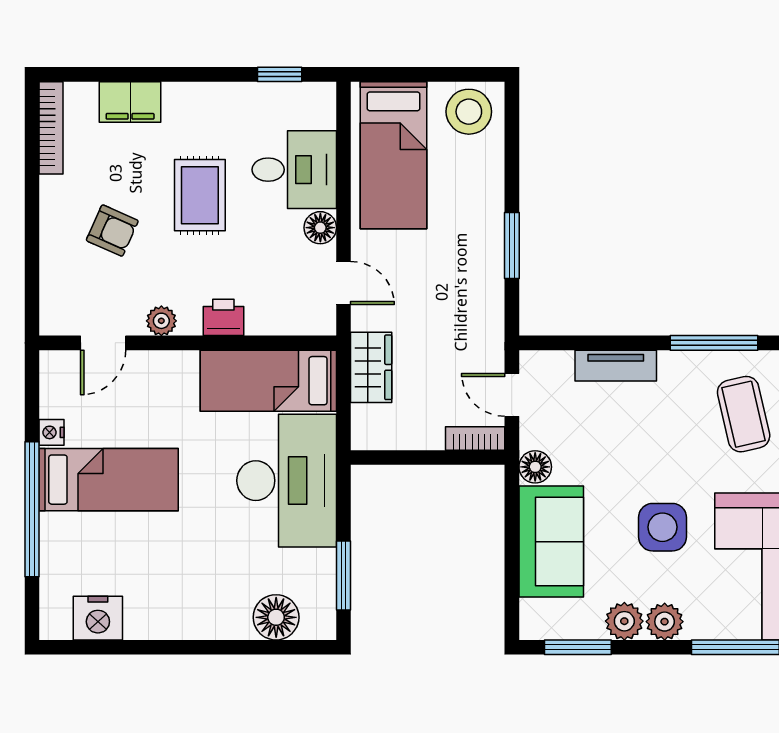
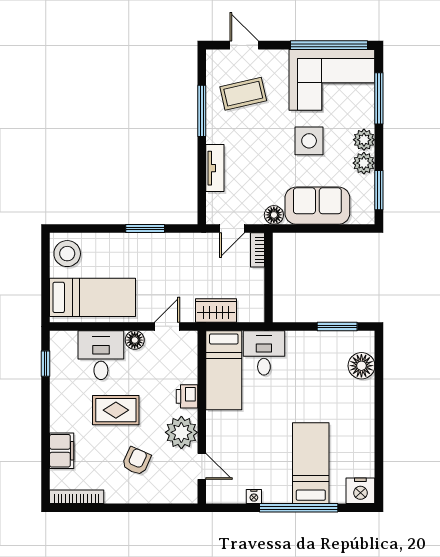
plant: (161, 321) -> (181, 432), width x1.87, depth x1.87
bed: (109, 480) -> (311, 463), moved
desk: (287, 481) -> (264, 353), width x0.53, depth x0.77
nightstand: (98, 618) -> (360, 491), moved, turned 90

